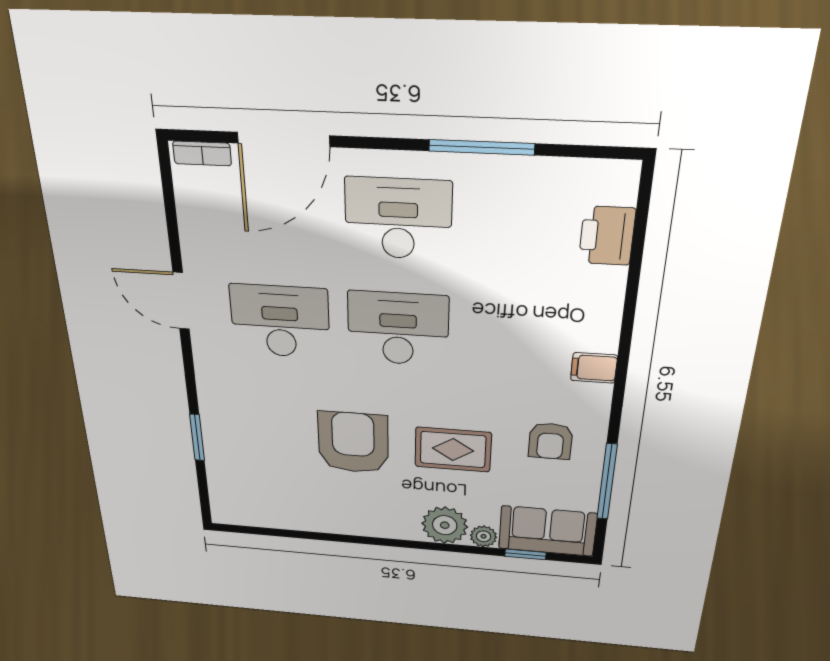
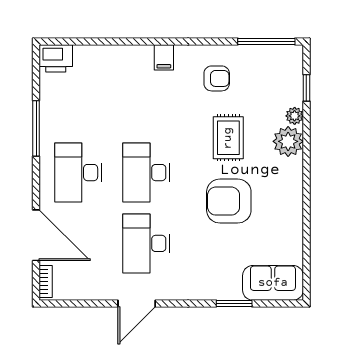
printer: (607, 236) -> (56, 58), moved
window: (607, 482) -> (266, 42), moved
sofa: (547, 531) -> (273, 283), moved, turned 90

